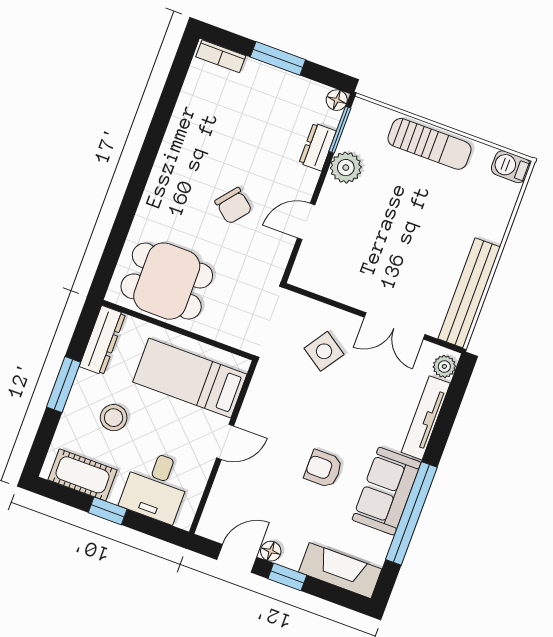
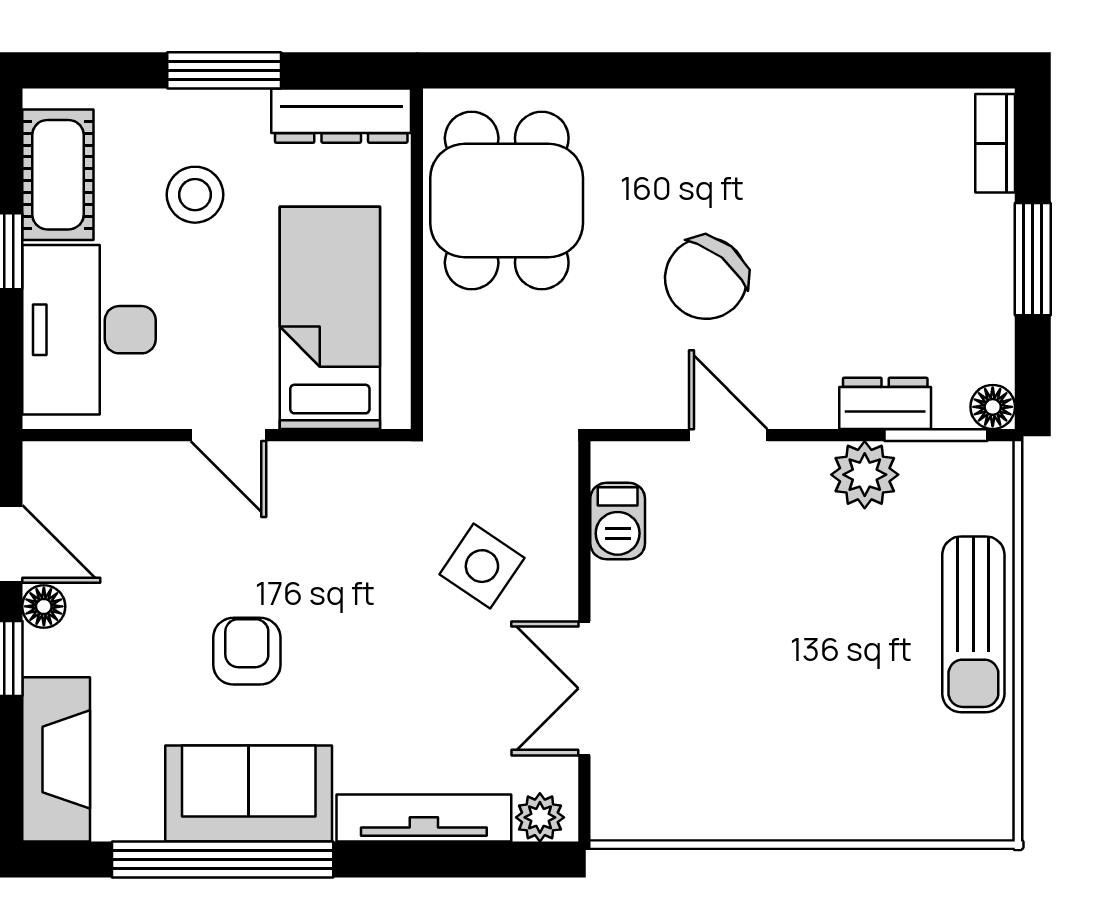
barbecue: (511, 167) -> (618, 521), moved, turned 180
chair: (233, 206) -> (706, 278), width x1.37, depth x1.37
bench: (469, 293) -> (705, 813), removed
desk: (156, 486) -> (89, 330), width x1.37

